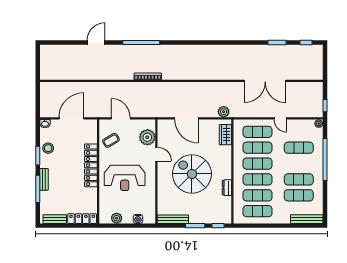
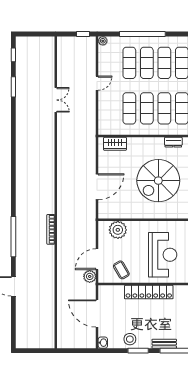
double door: (265, 81) -> (56, 100), width x0.54
plant: (224, 112) -> (90, 276), moved
exercise mat: (257, 132) -> (147, 63), moved
door: (156, 154) -> (136, 220), removed

